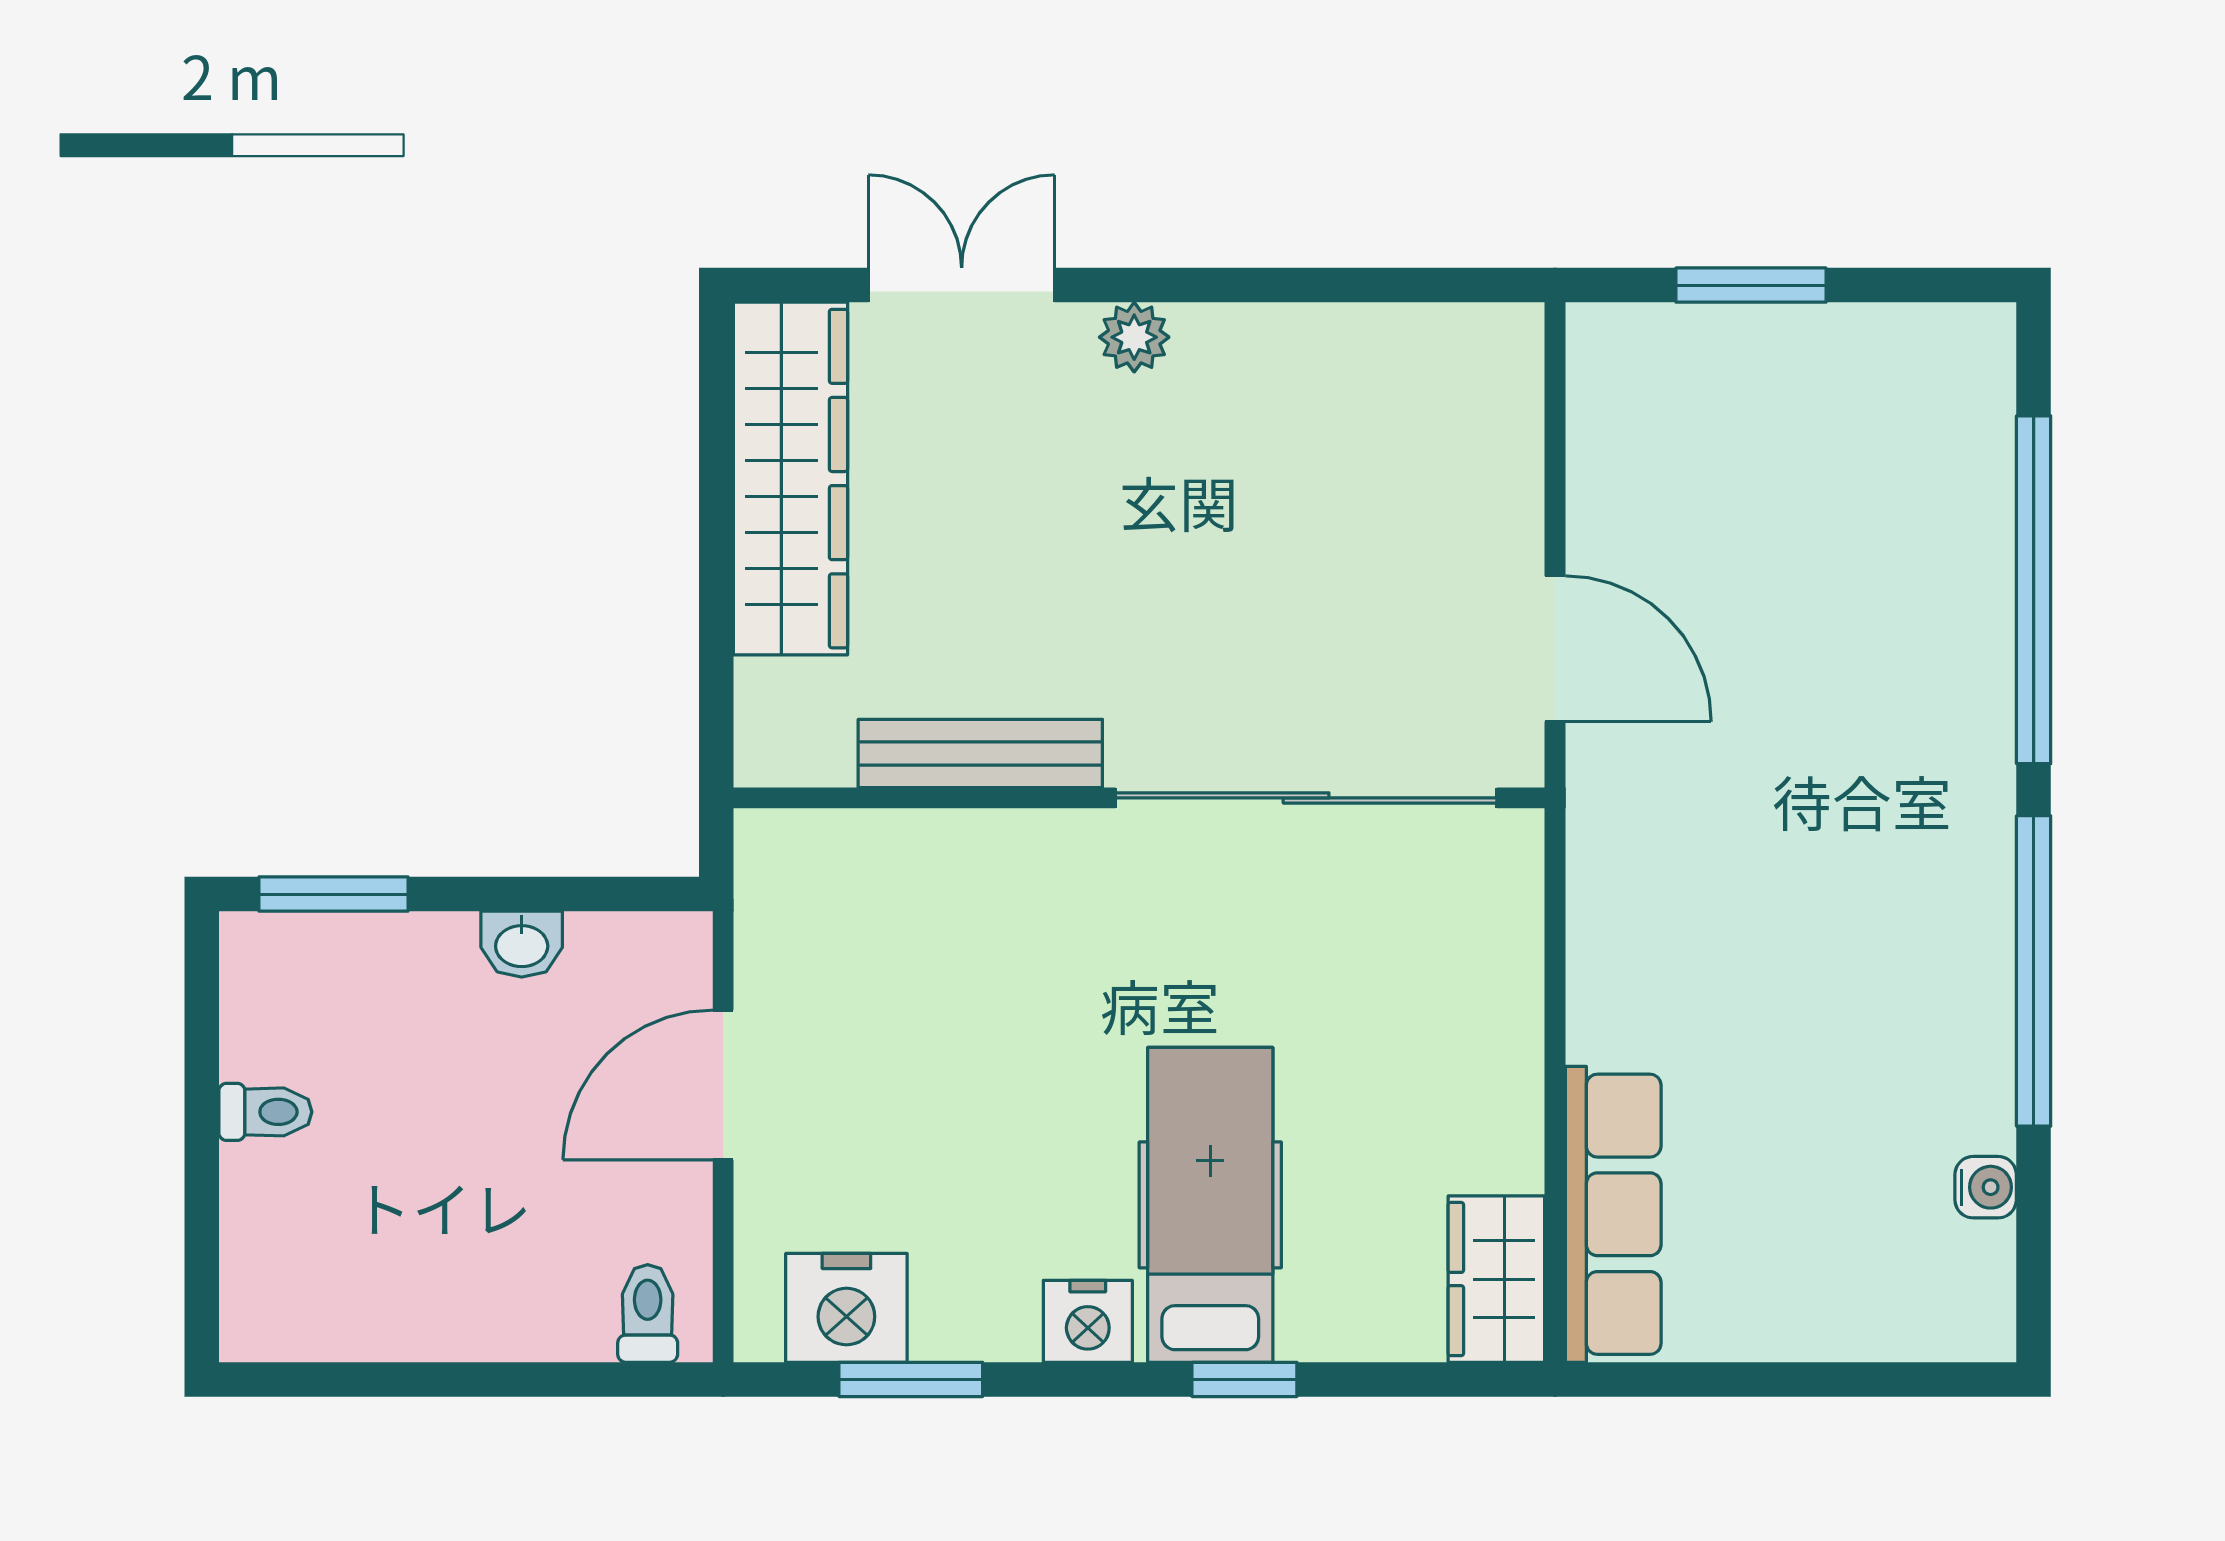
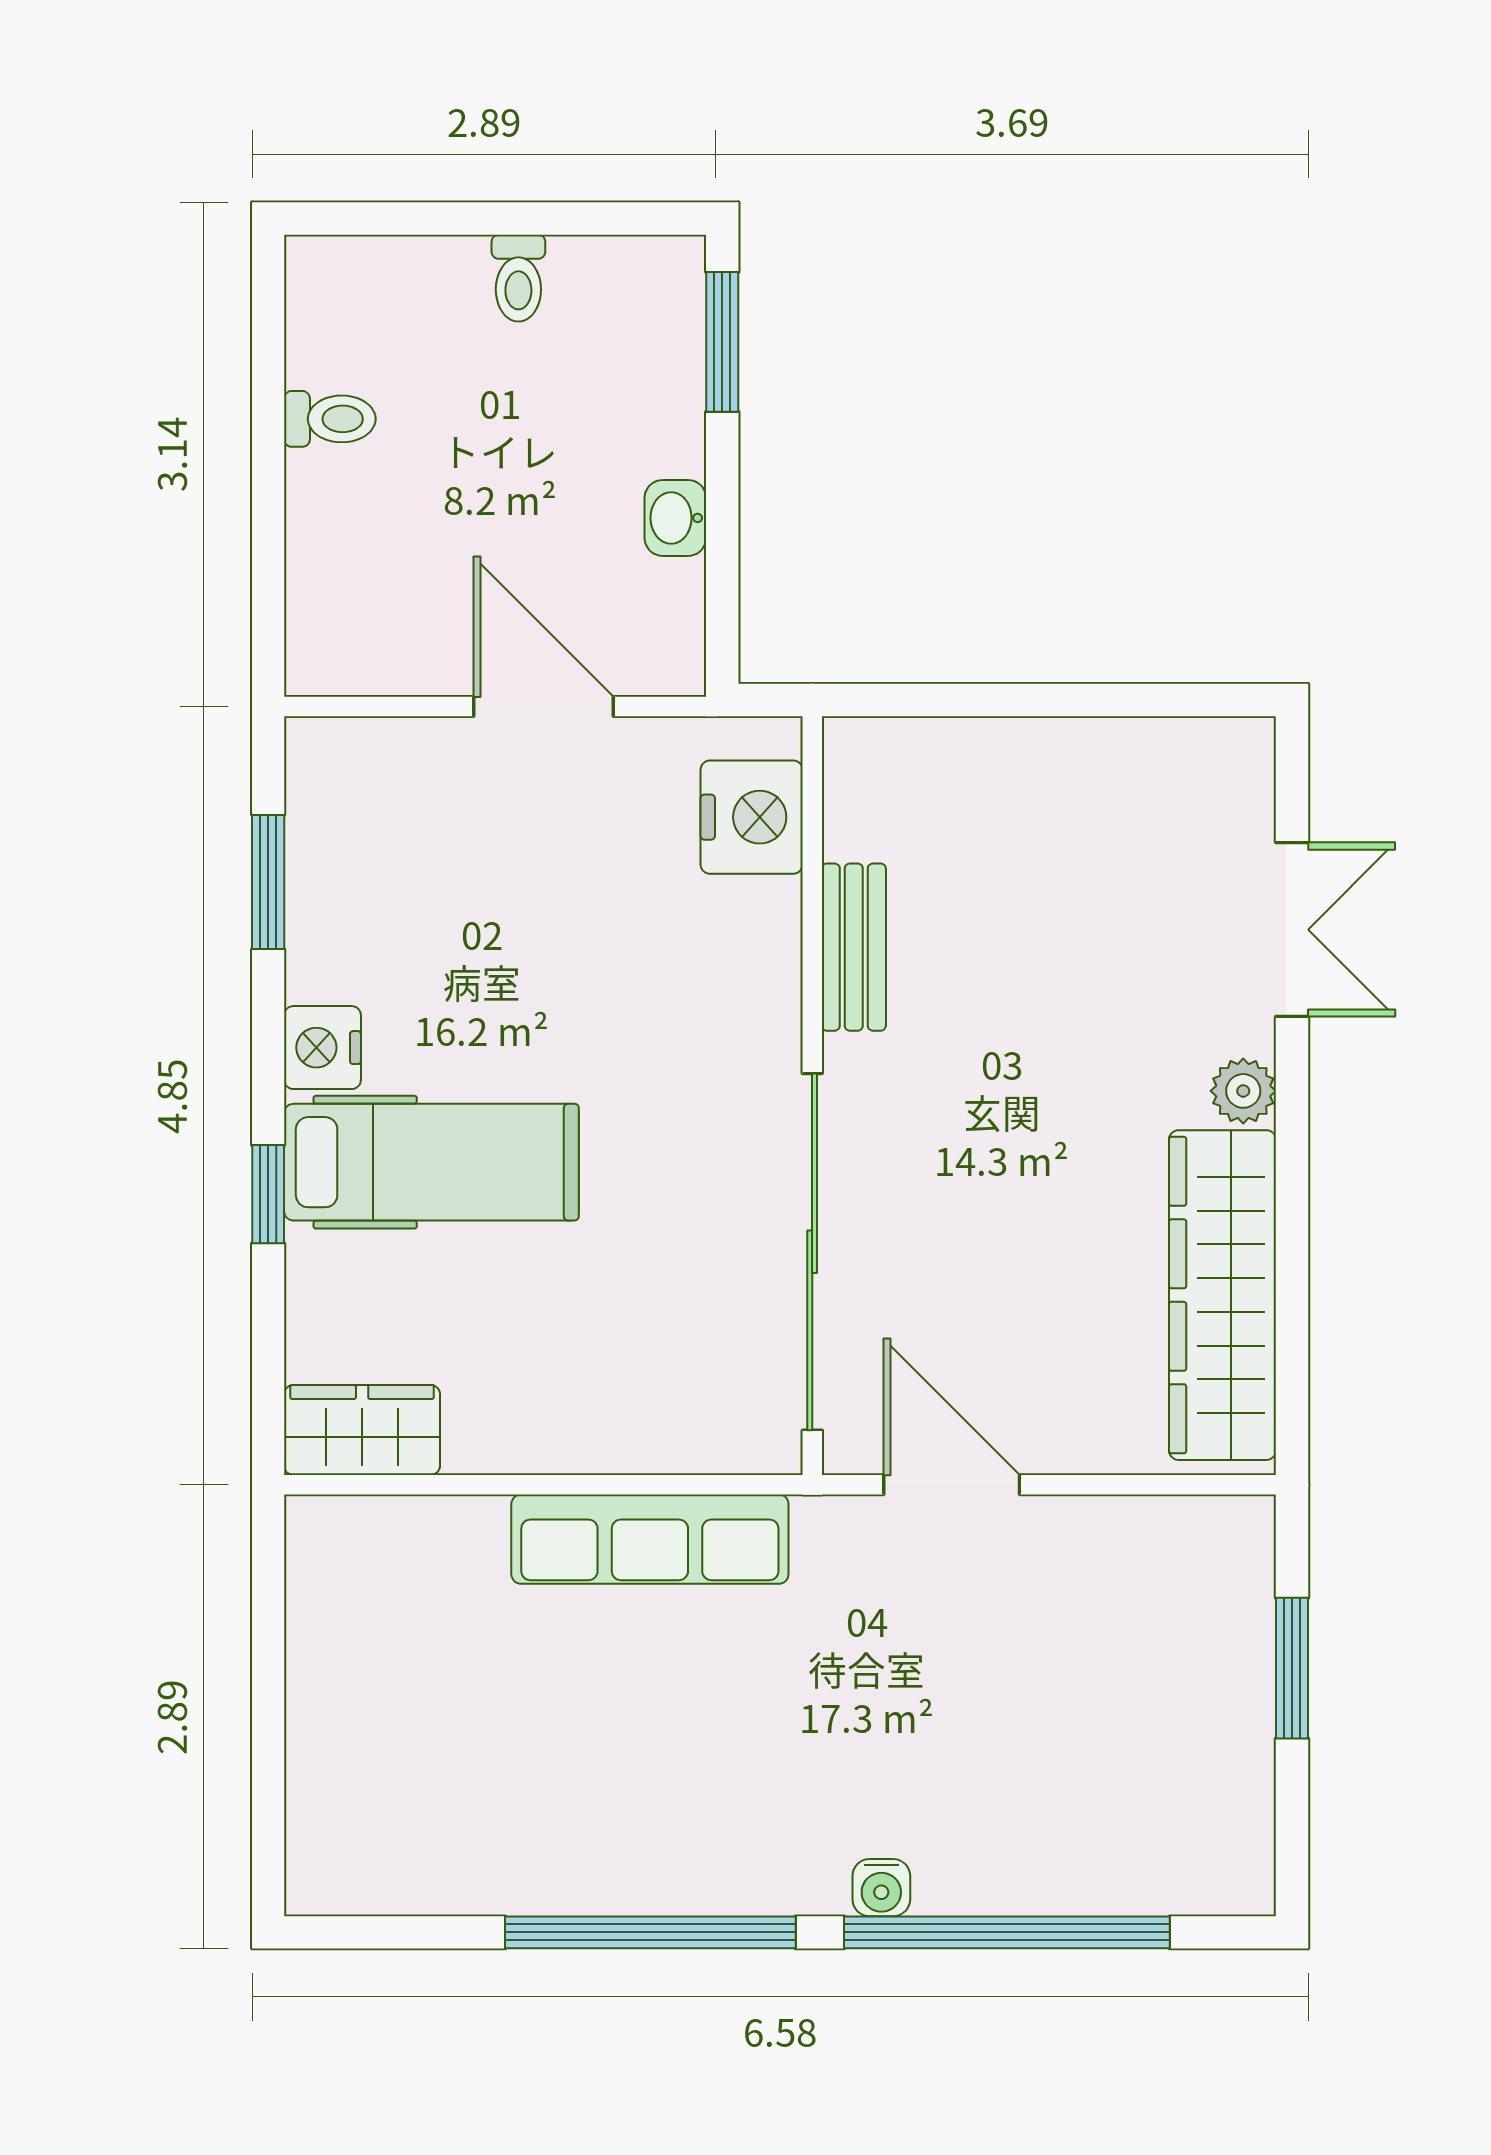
wardrobe: (790, 479) -> (1223, 1295), moved, turned 90
door: (1555, 649) -> (952, 1485), swing flipped
bench: (980, 753) -> (854, 947), width x0.73
water cooler: (1986, 1187) -> (881, 1888), moved
row of seats: (1613, 1214) -> (650, 1539), moved
nightstand: (846, 1308) -> (752, 817), moved, turned 180
toilet: (648, 1313) -> (330, 419), moved

